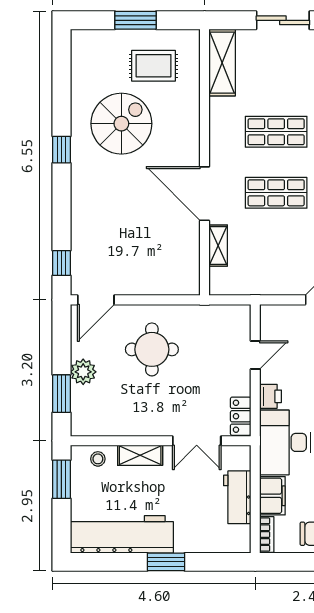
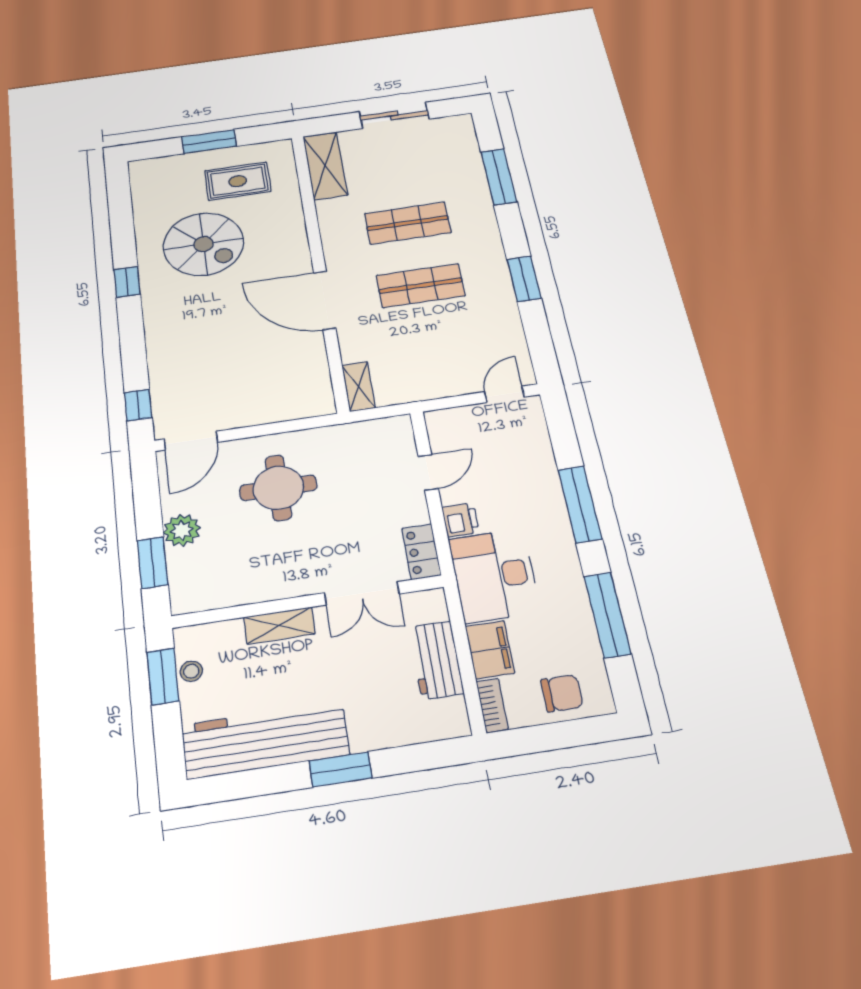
spiral stairs: (121, 124) -> (203, 244), turned 90
shelving: (218, 246) -> (359, 387), moved
stool: (98, 459) -> (191, 671), moved

